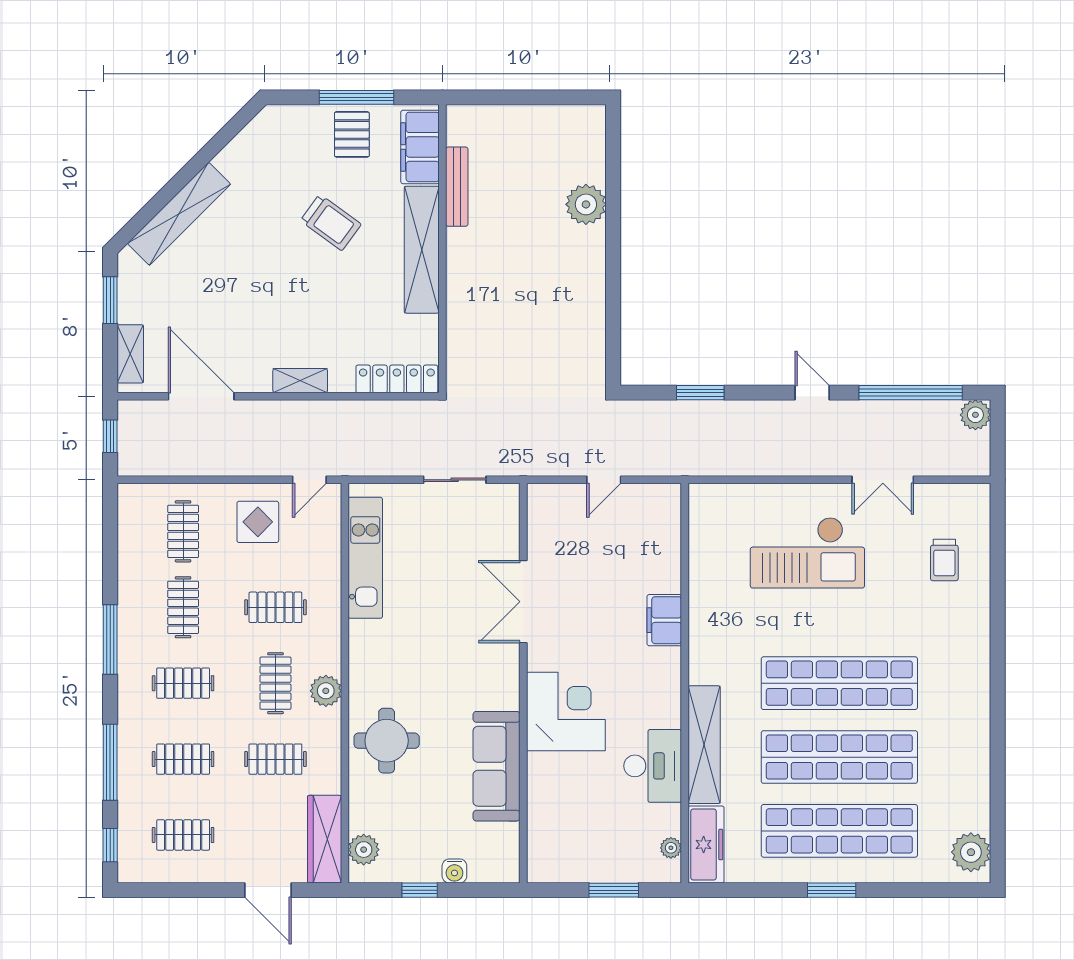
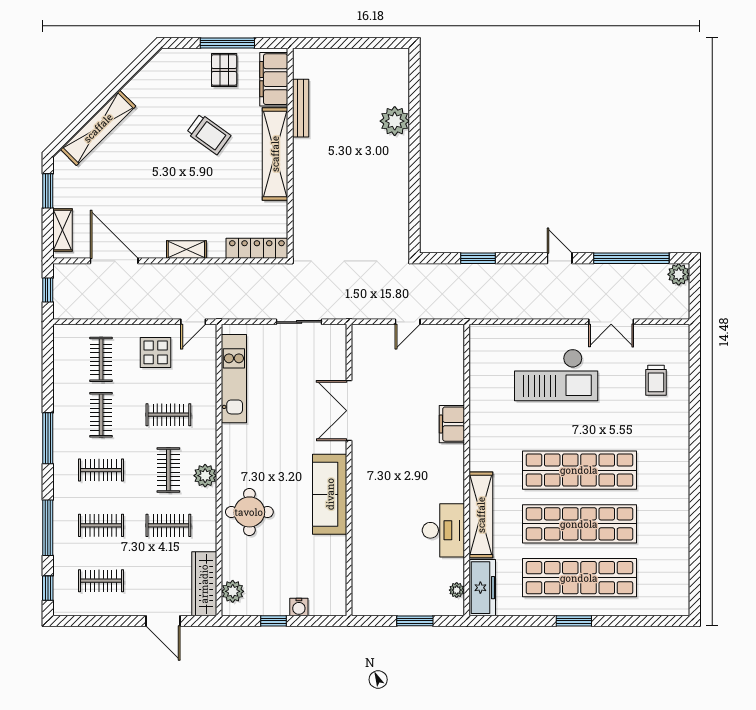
corner desk: (566, 712) -> (380, 491), removed
sofa: (496, 766) -> (330, 494), moved
plant: (971, 852) -> (675, 593), removed

